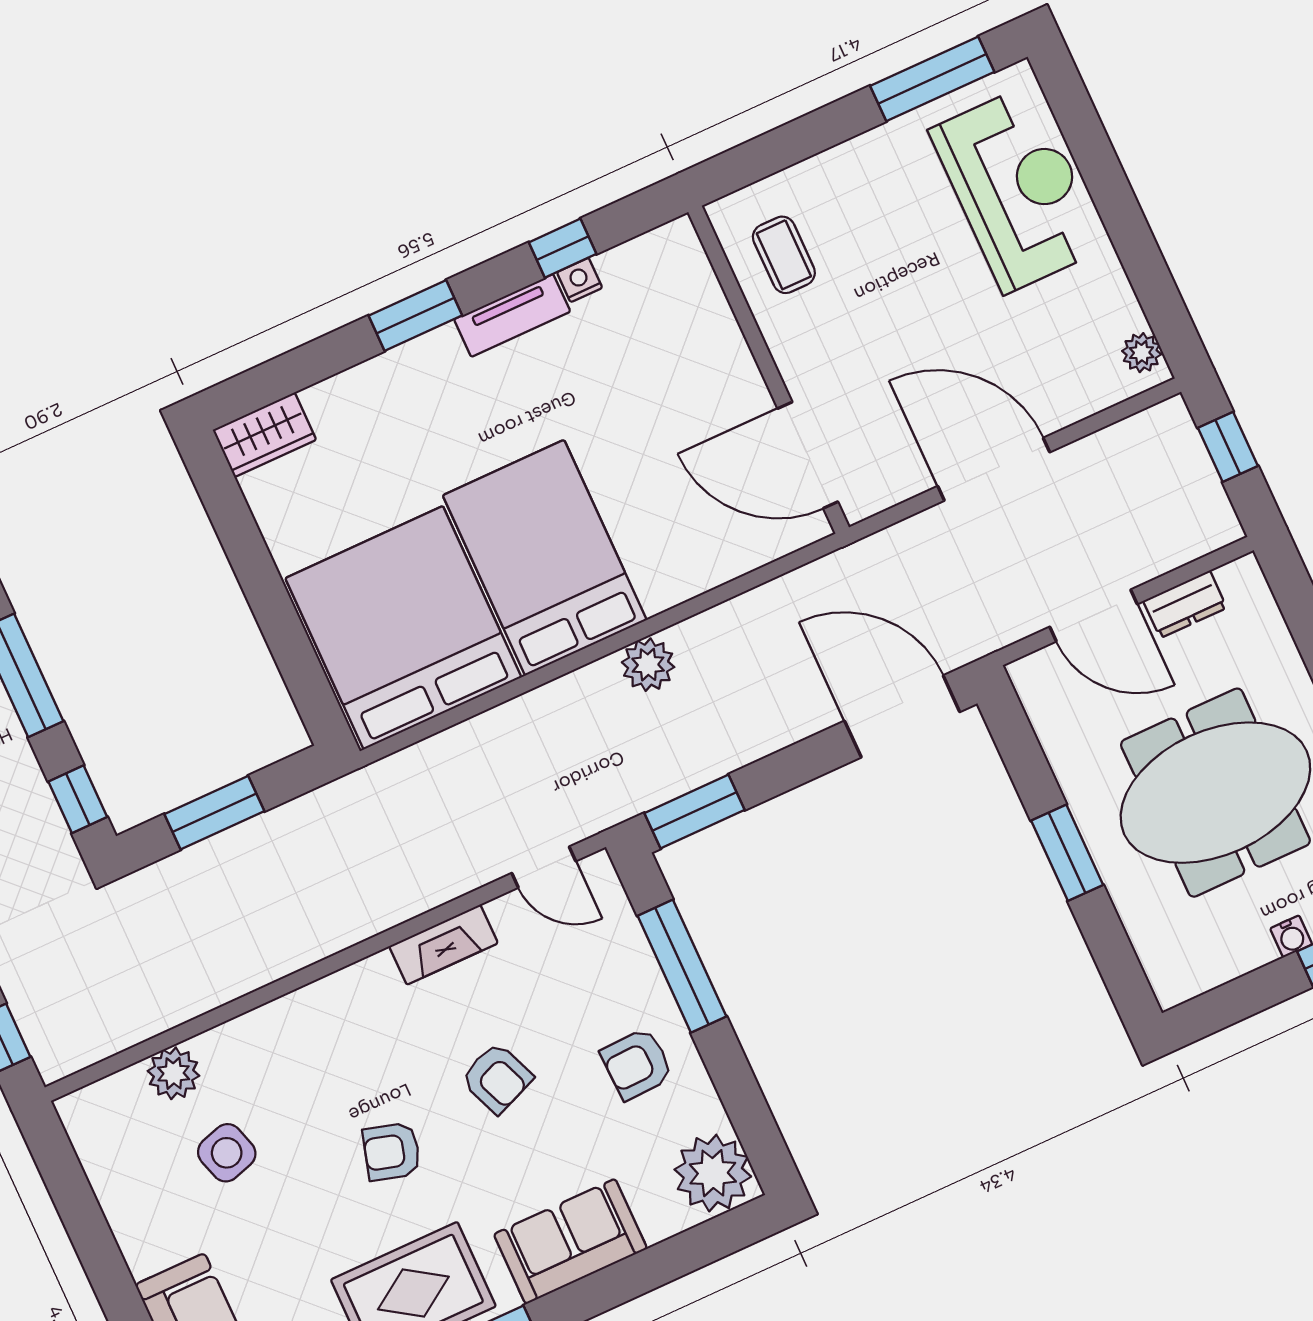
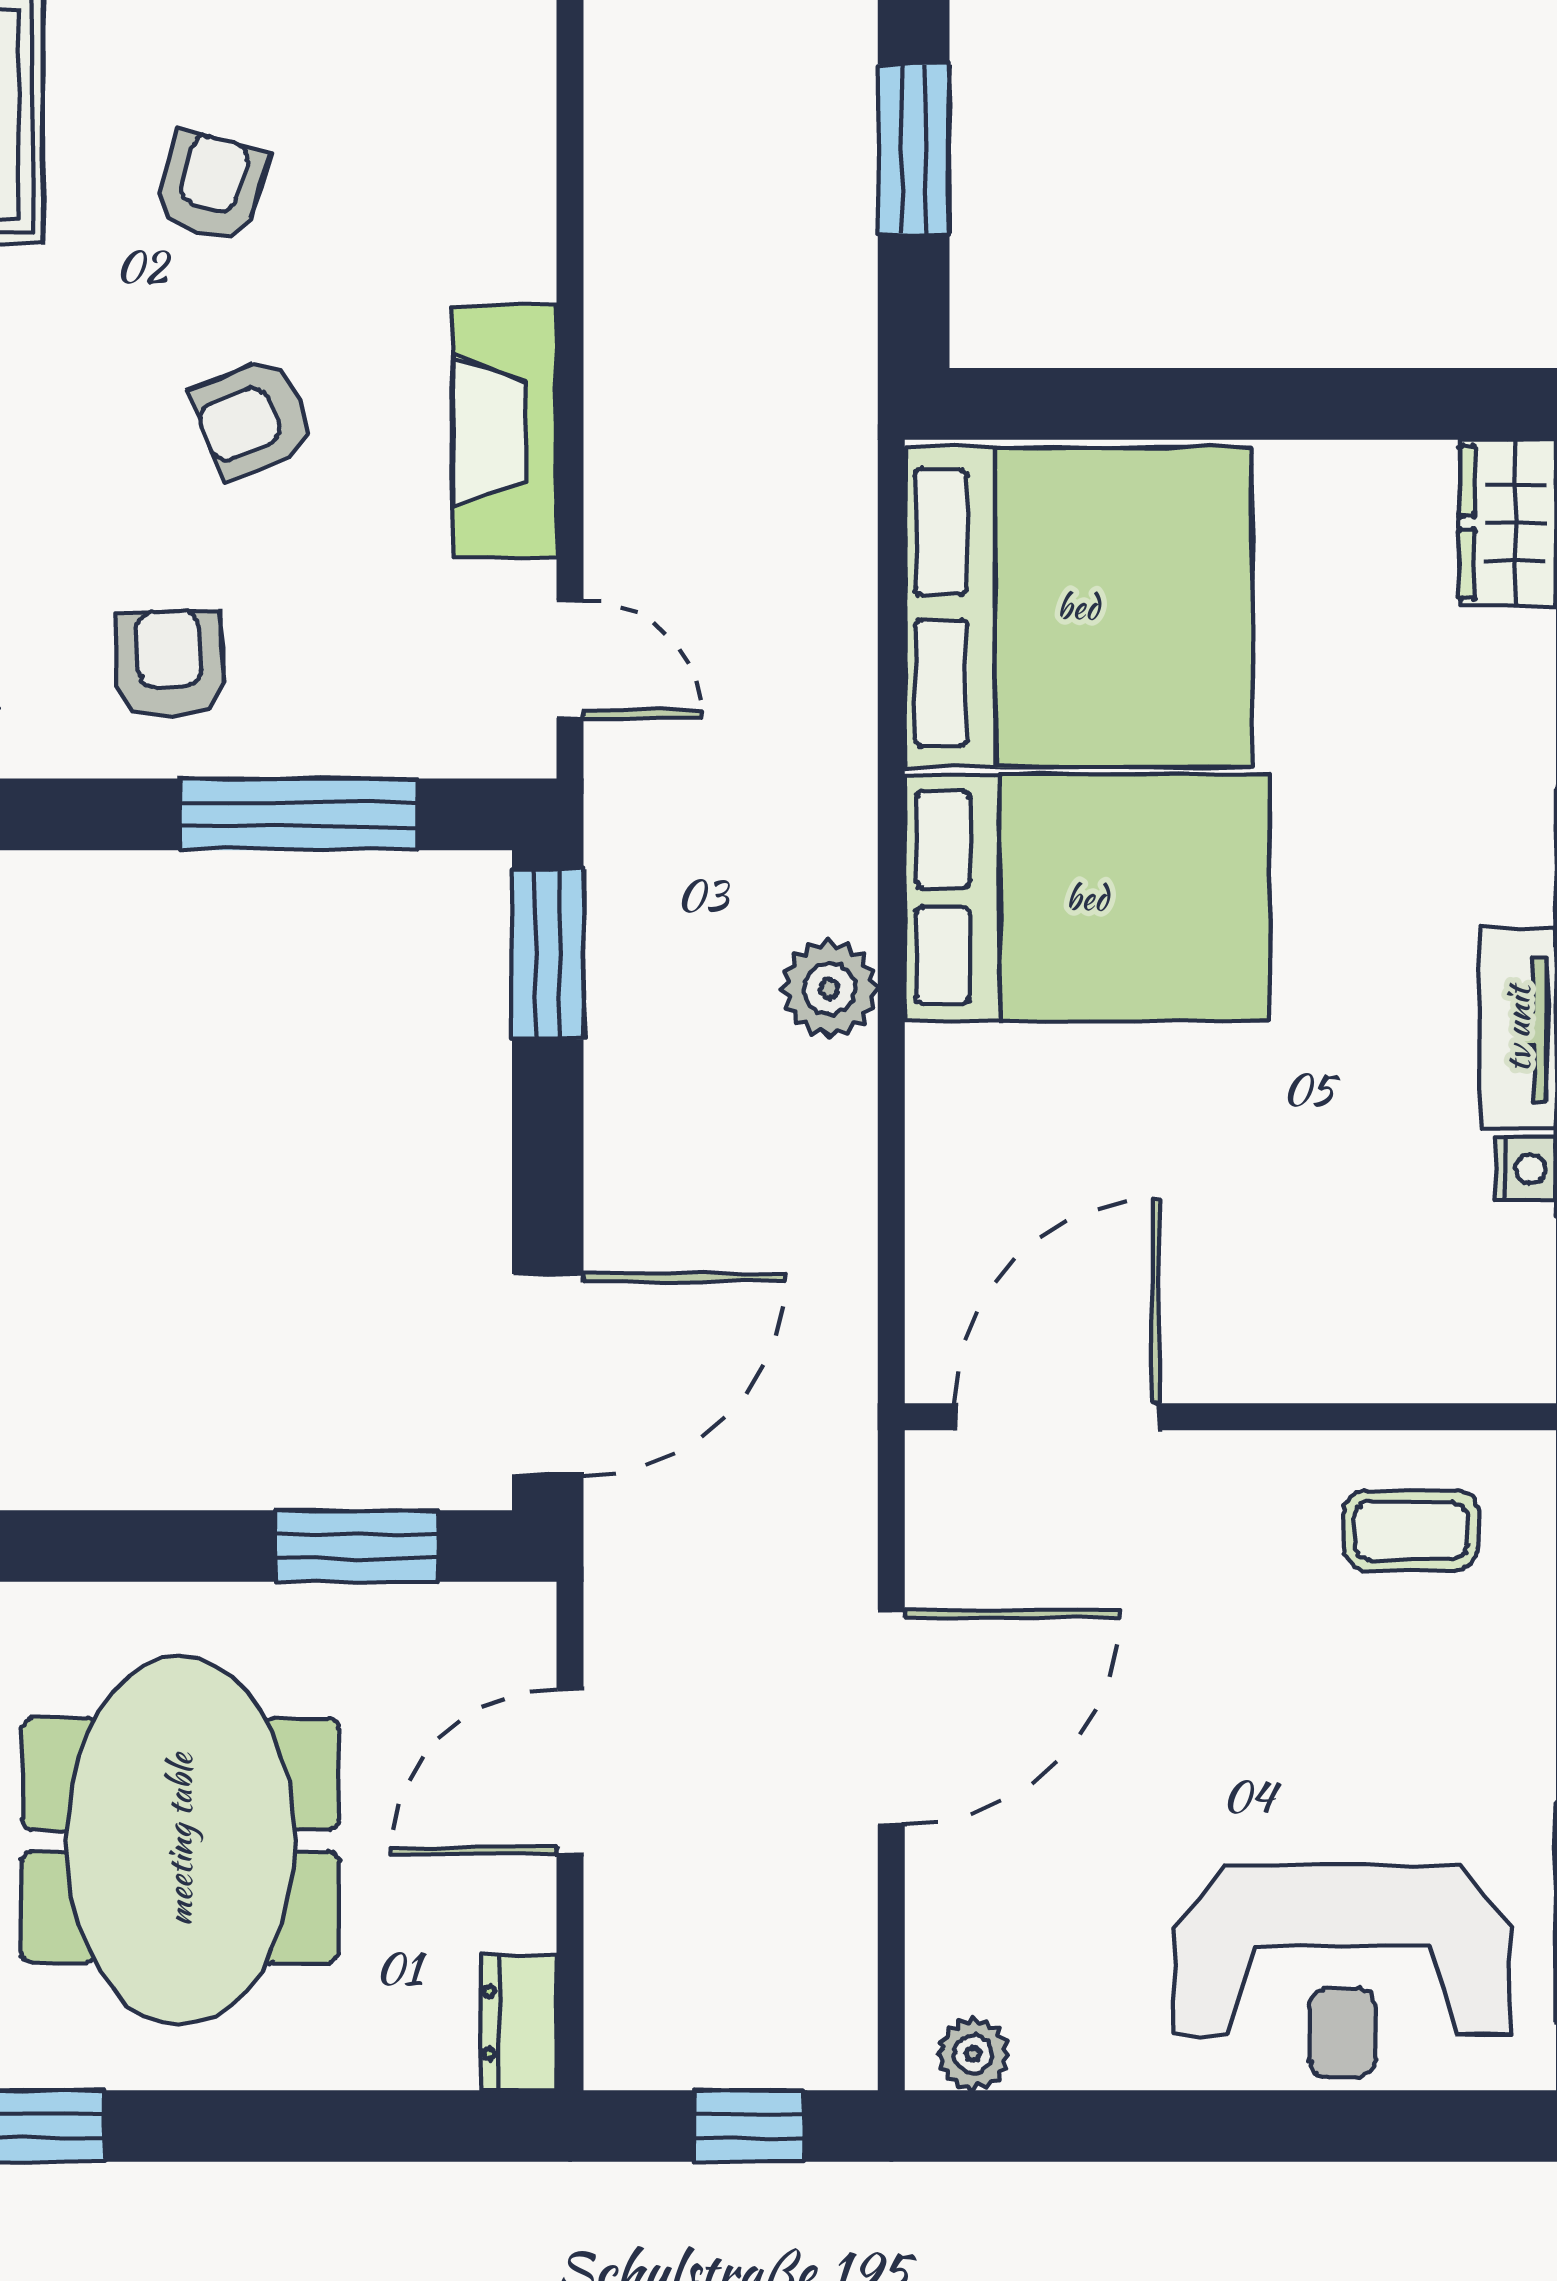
dresser: (1185, 604) -> (519, 2023), moved
window: (1067, 853) -> (357, 1546), moved
door: (544, 867) -> (570, 659), swing flipped
fireplace: (443, 945) -> (505, 432), width x1.37, depth x1.32

